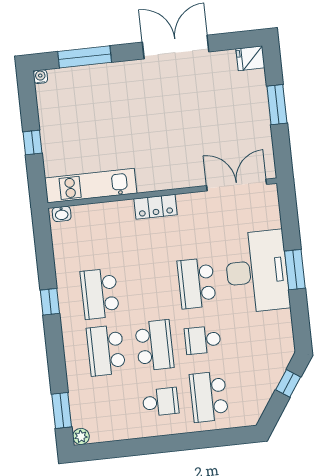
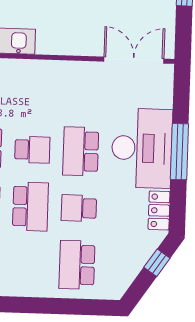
locker: (155, 207) -> (159, 210), moved, turned 90
window: (295, 270) -> (179, 152), width x1.44
school desk: (161, 402) -> (32, 150), moved

